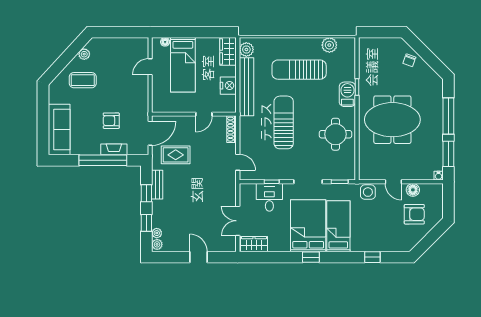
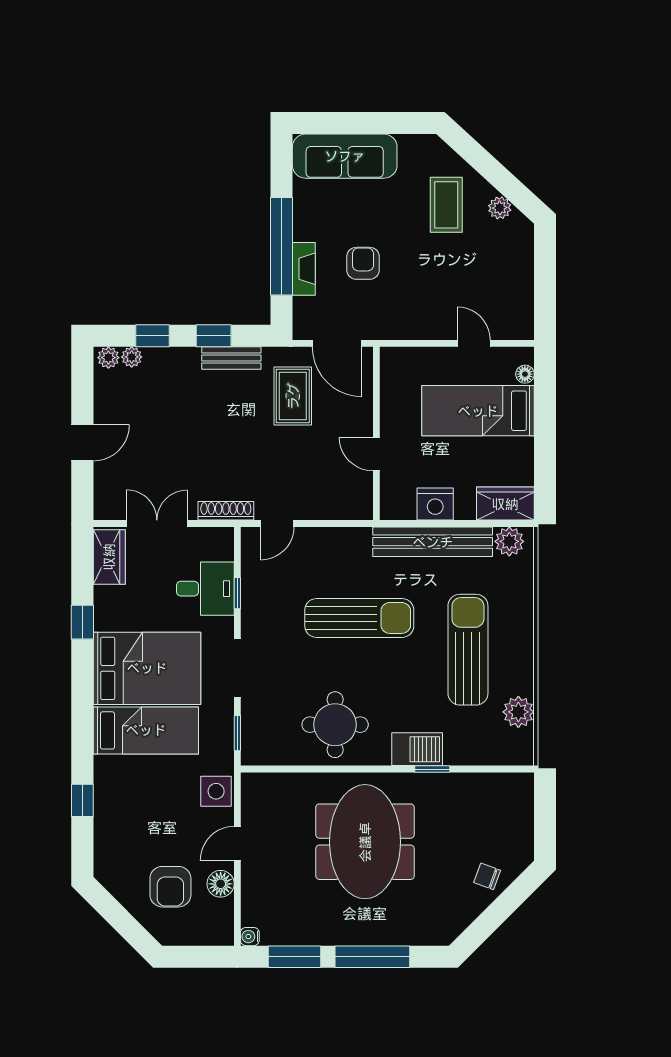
shoe rack: (232, 129) -> (226, 511), moved
window: (311, 257) -> (82, 622), moved

